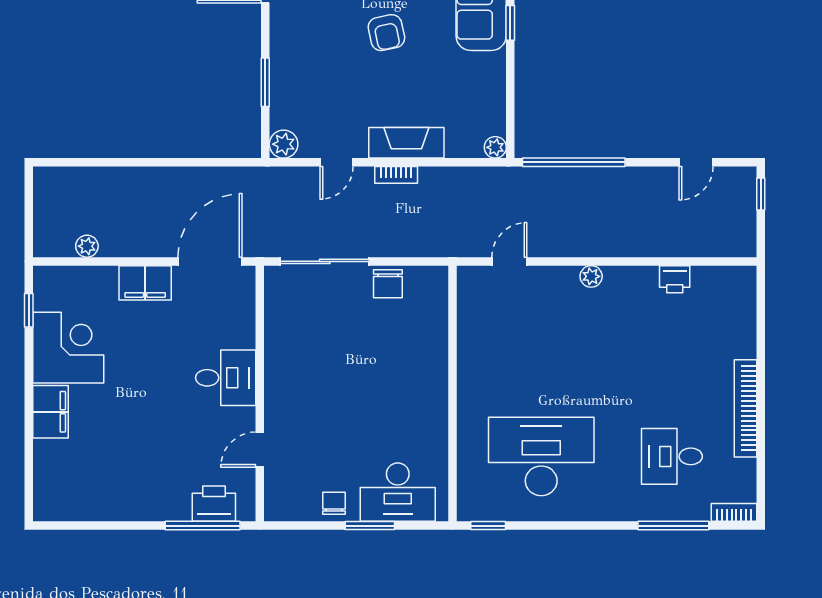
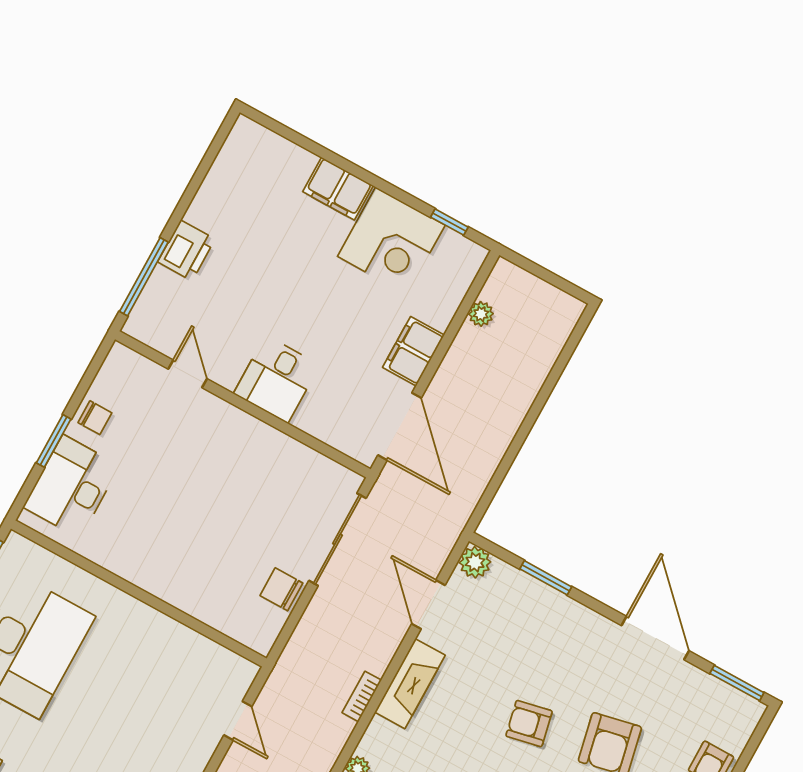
door: (337, 162) -> (428, 604), width x1.38
bookcase: (396, 175) -> (362, 696), moved
printer: (214, 504) -> (186, 250), moved

